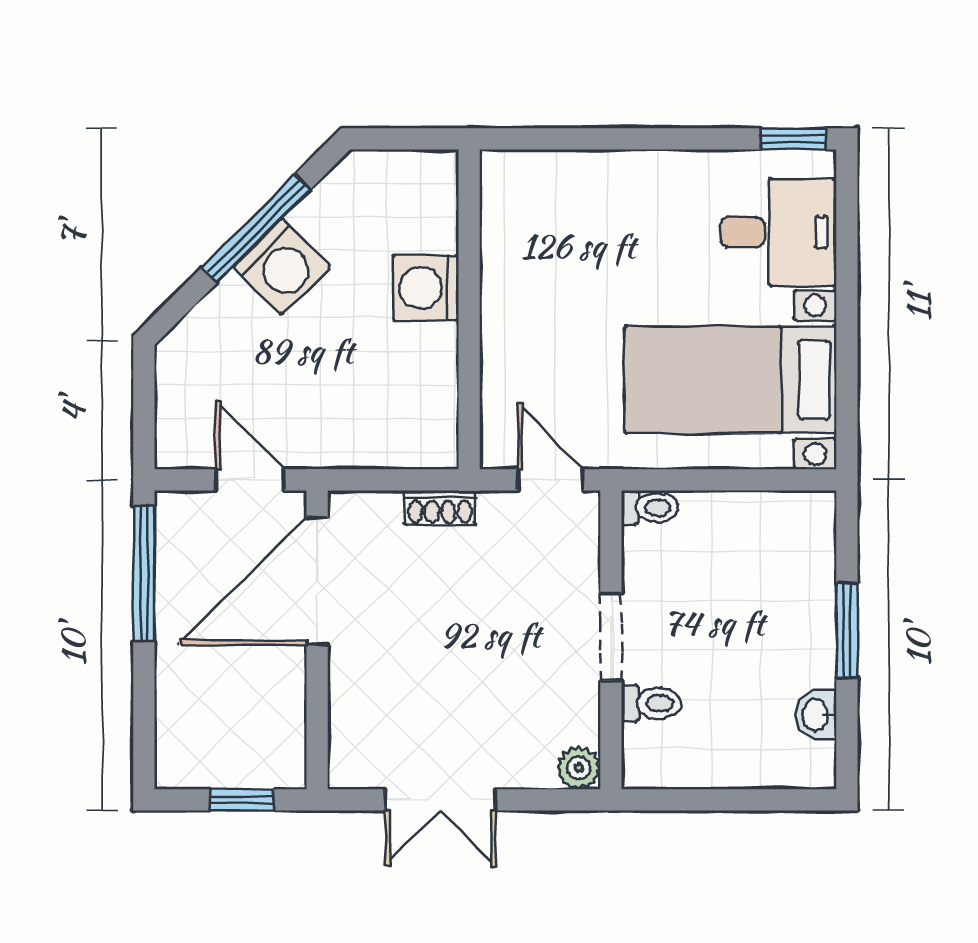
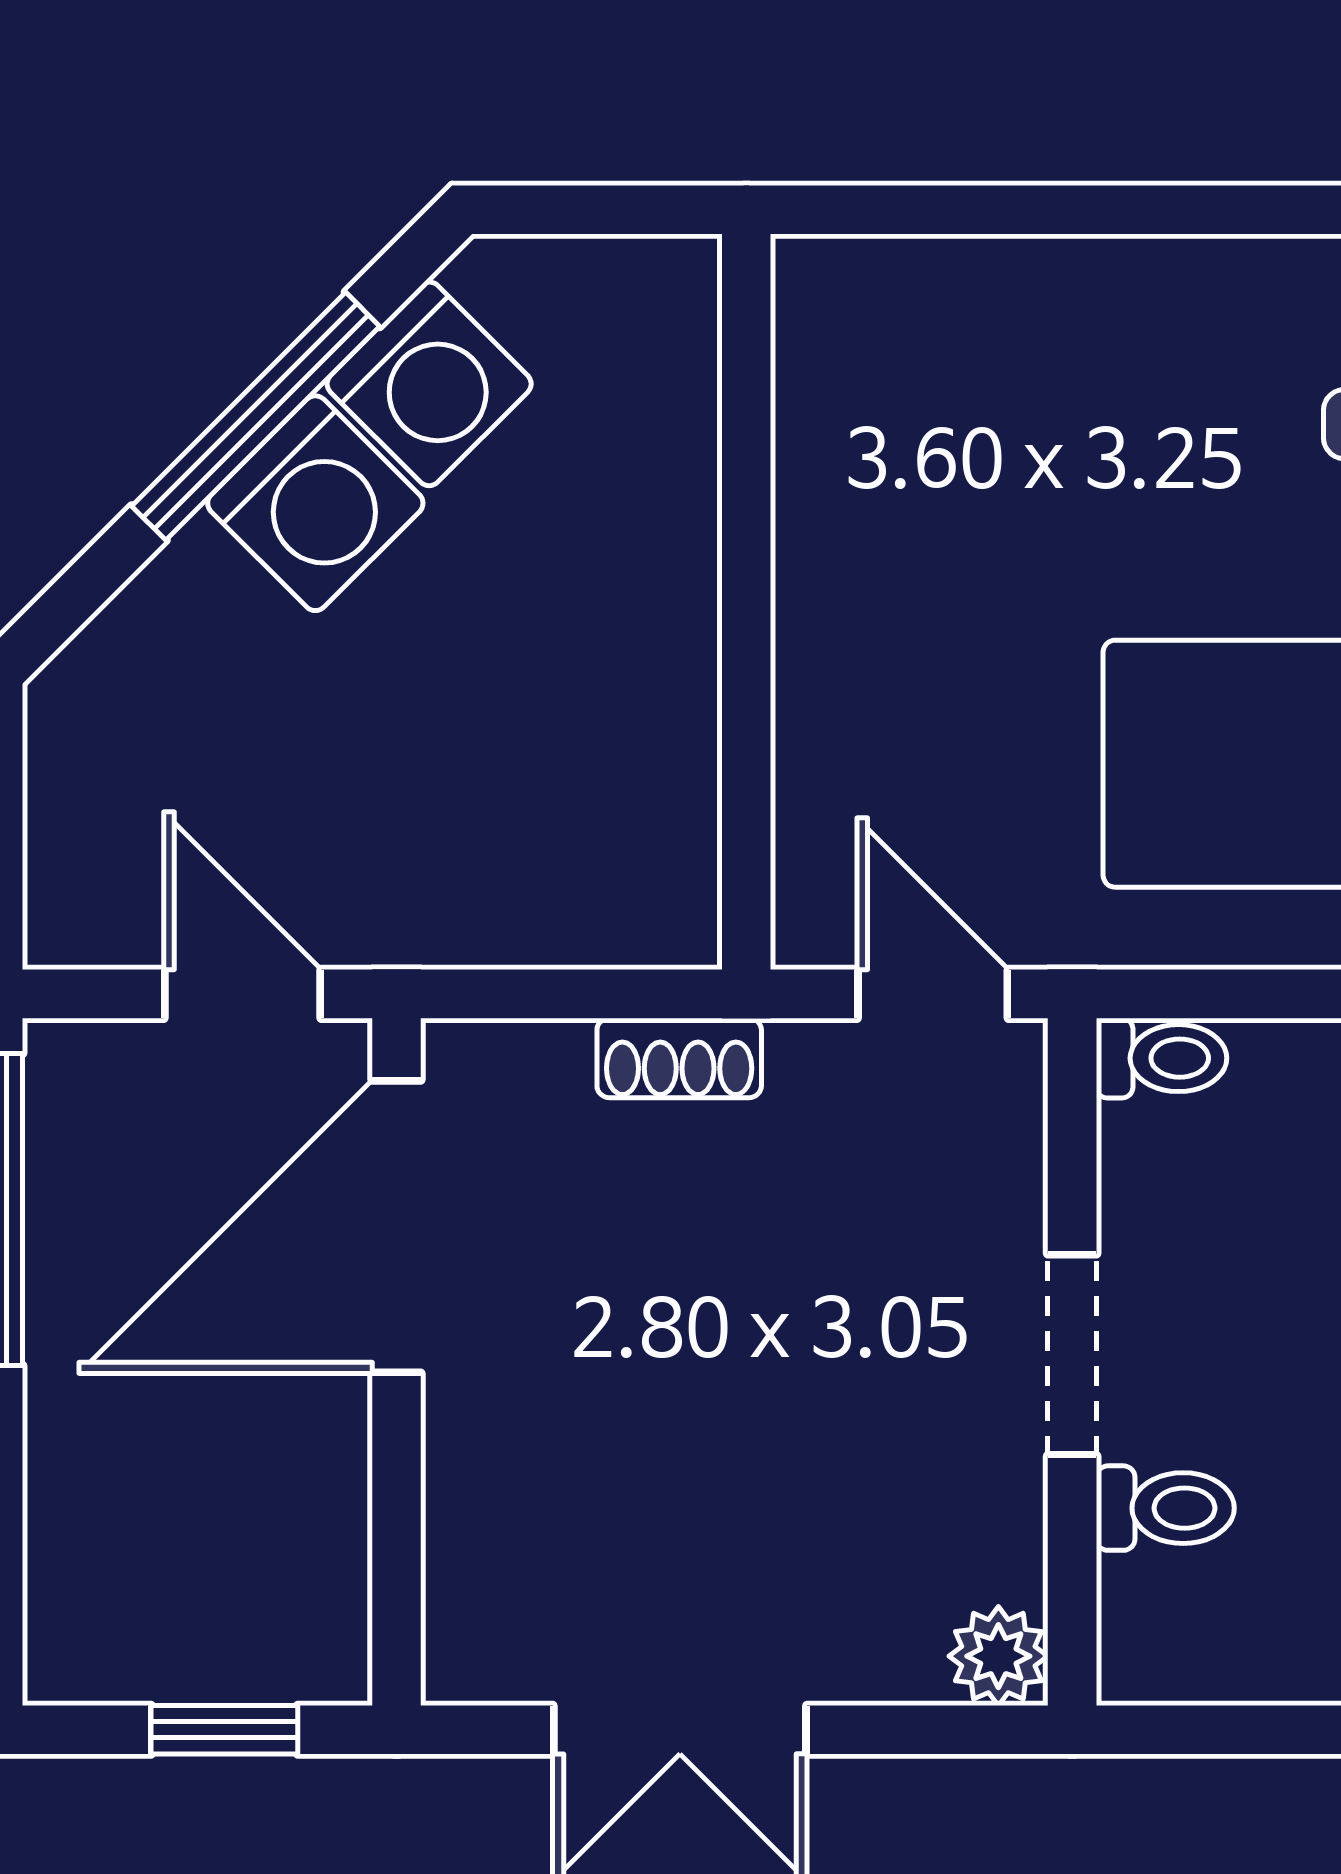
washing machine: (426, 288) -> (429, 384), moved, turned -135

